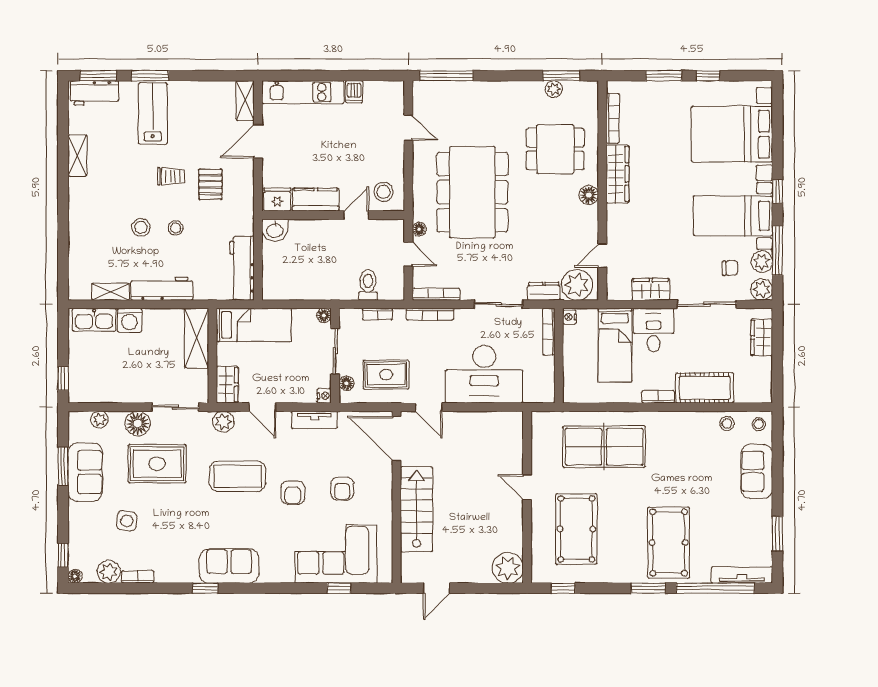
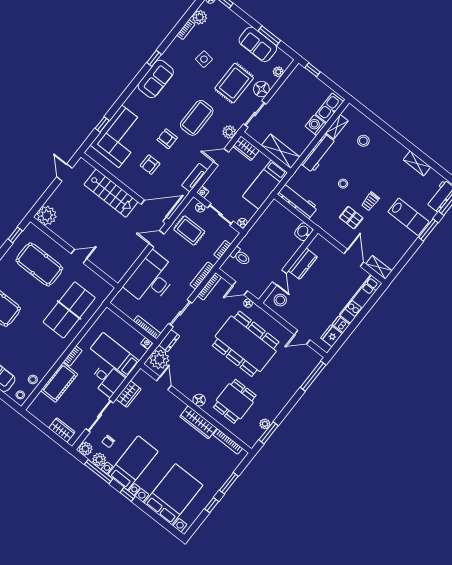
fridge: (277, 200) -> (332, 336), moved, turned 180
stool: (141, 227) -> (363, 141), moved
rug: (386, 375) -> (189, 230), turned 90
armchair: (342, 489) -> (150, 165), turned -90
side table: (127, 521) -> (204, 59), moved

